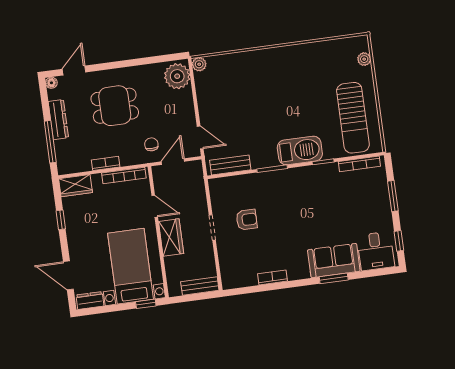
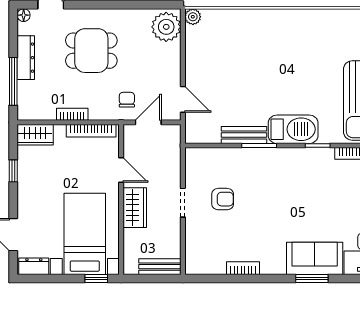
bench: (230, 165) -> (244, 135), moved

